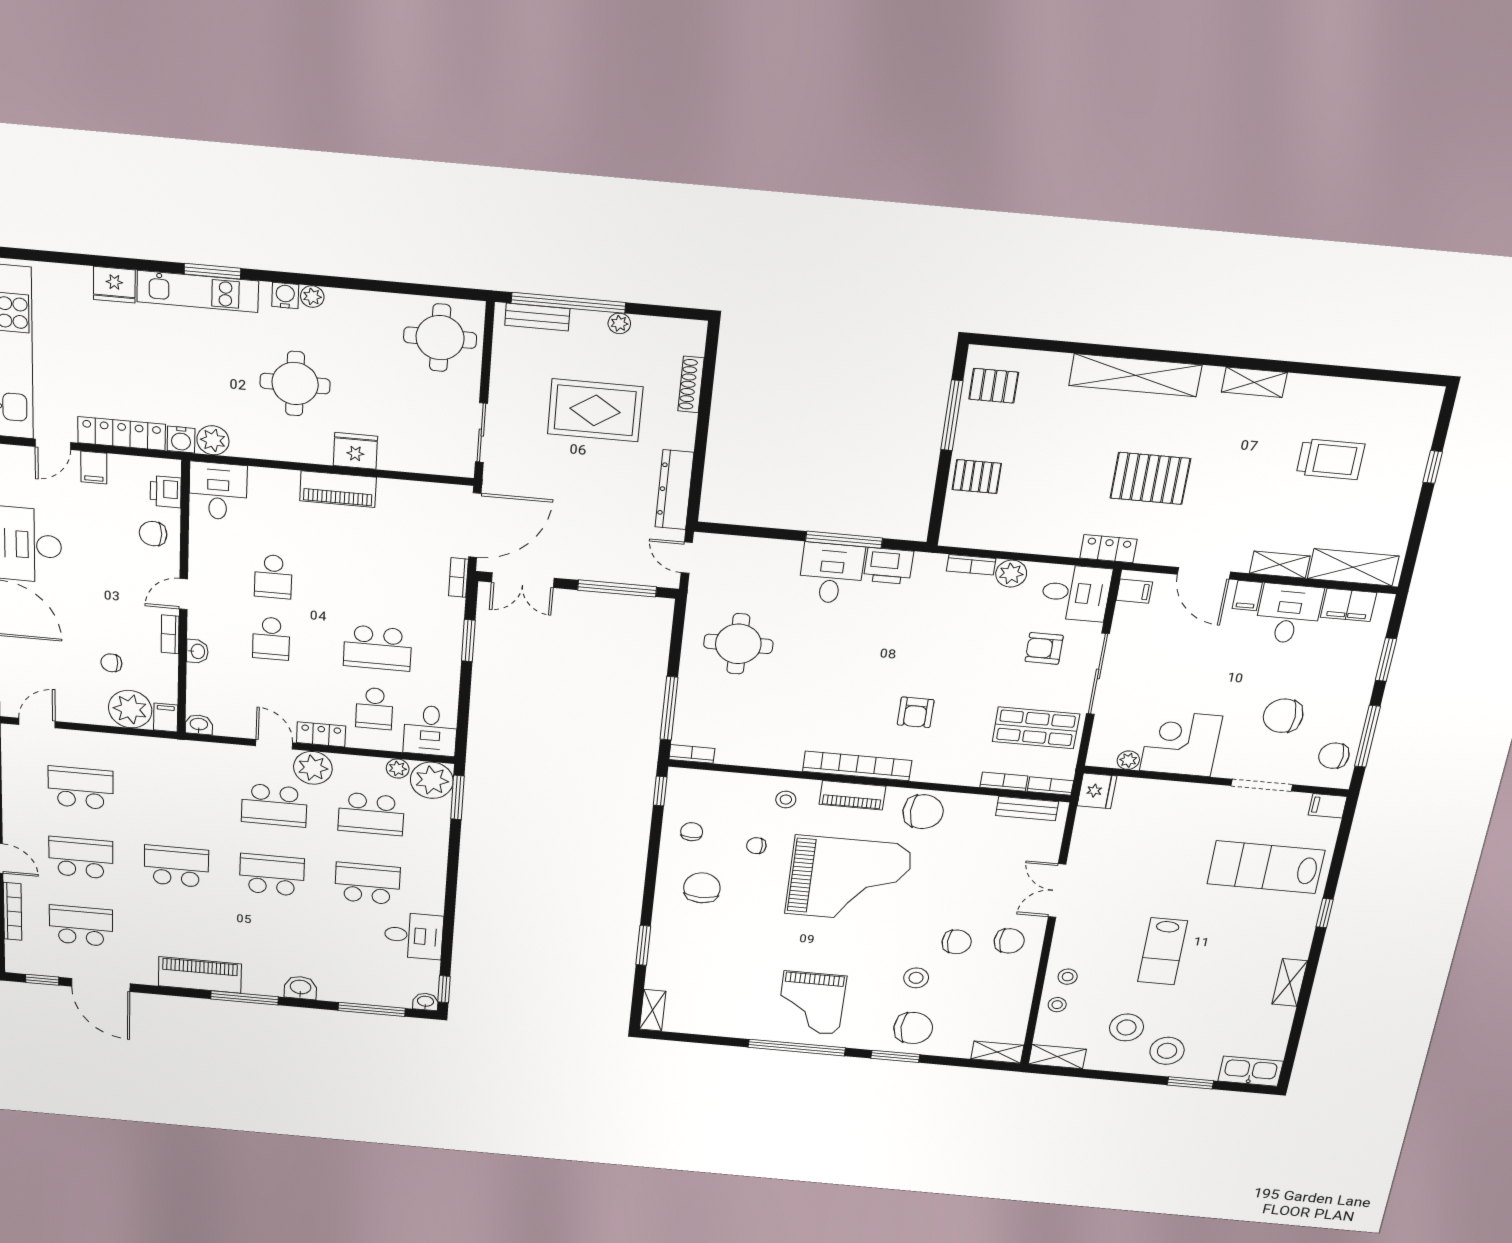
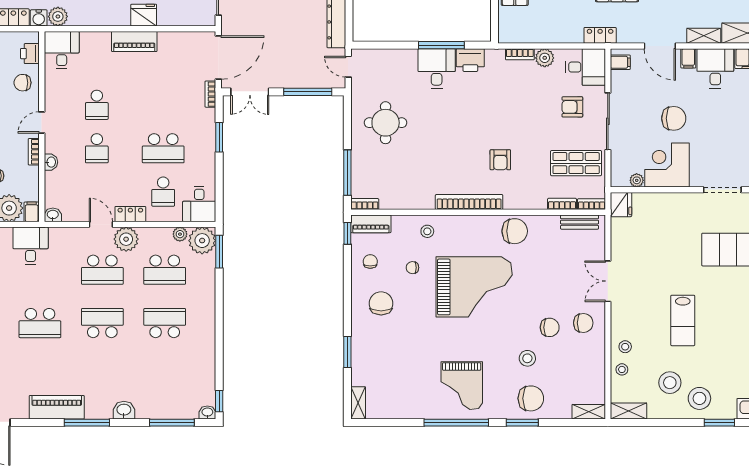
chair: (1283, 716) -> (674, 118), moved, turned 180
piano: (852, 795) -> (371, 224), moved
school desk: (176, 866) -> (40, 323), turned 180
desk: (414, 936) -> (31, 246), moved, turned -90

